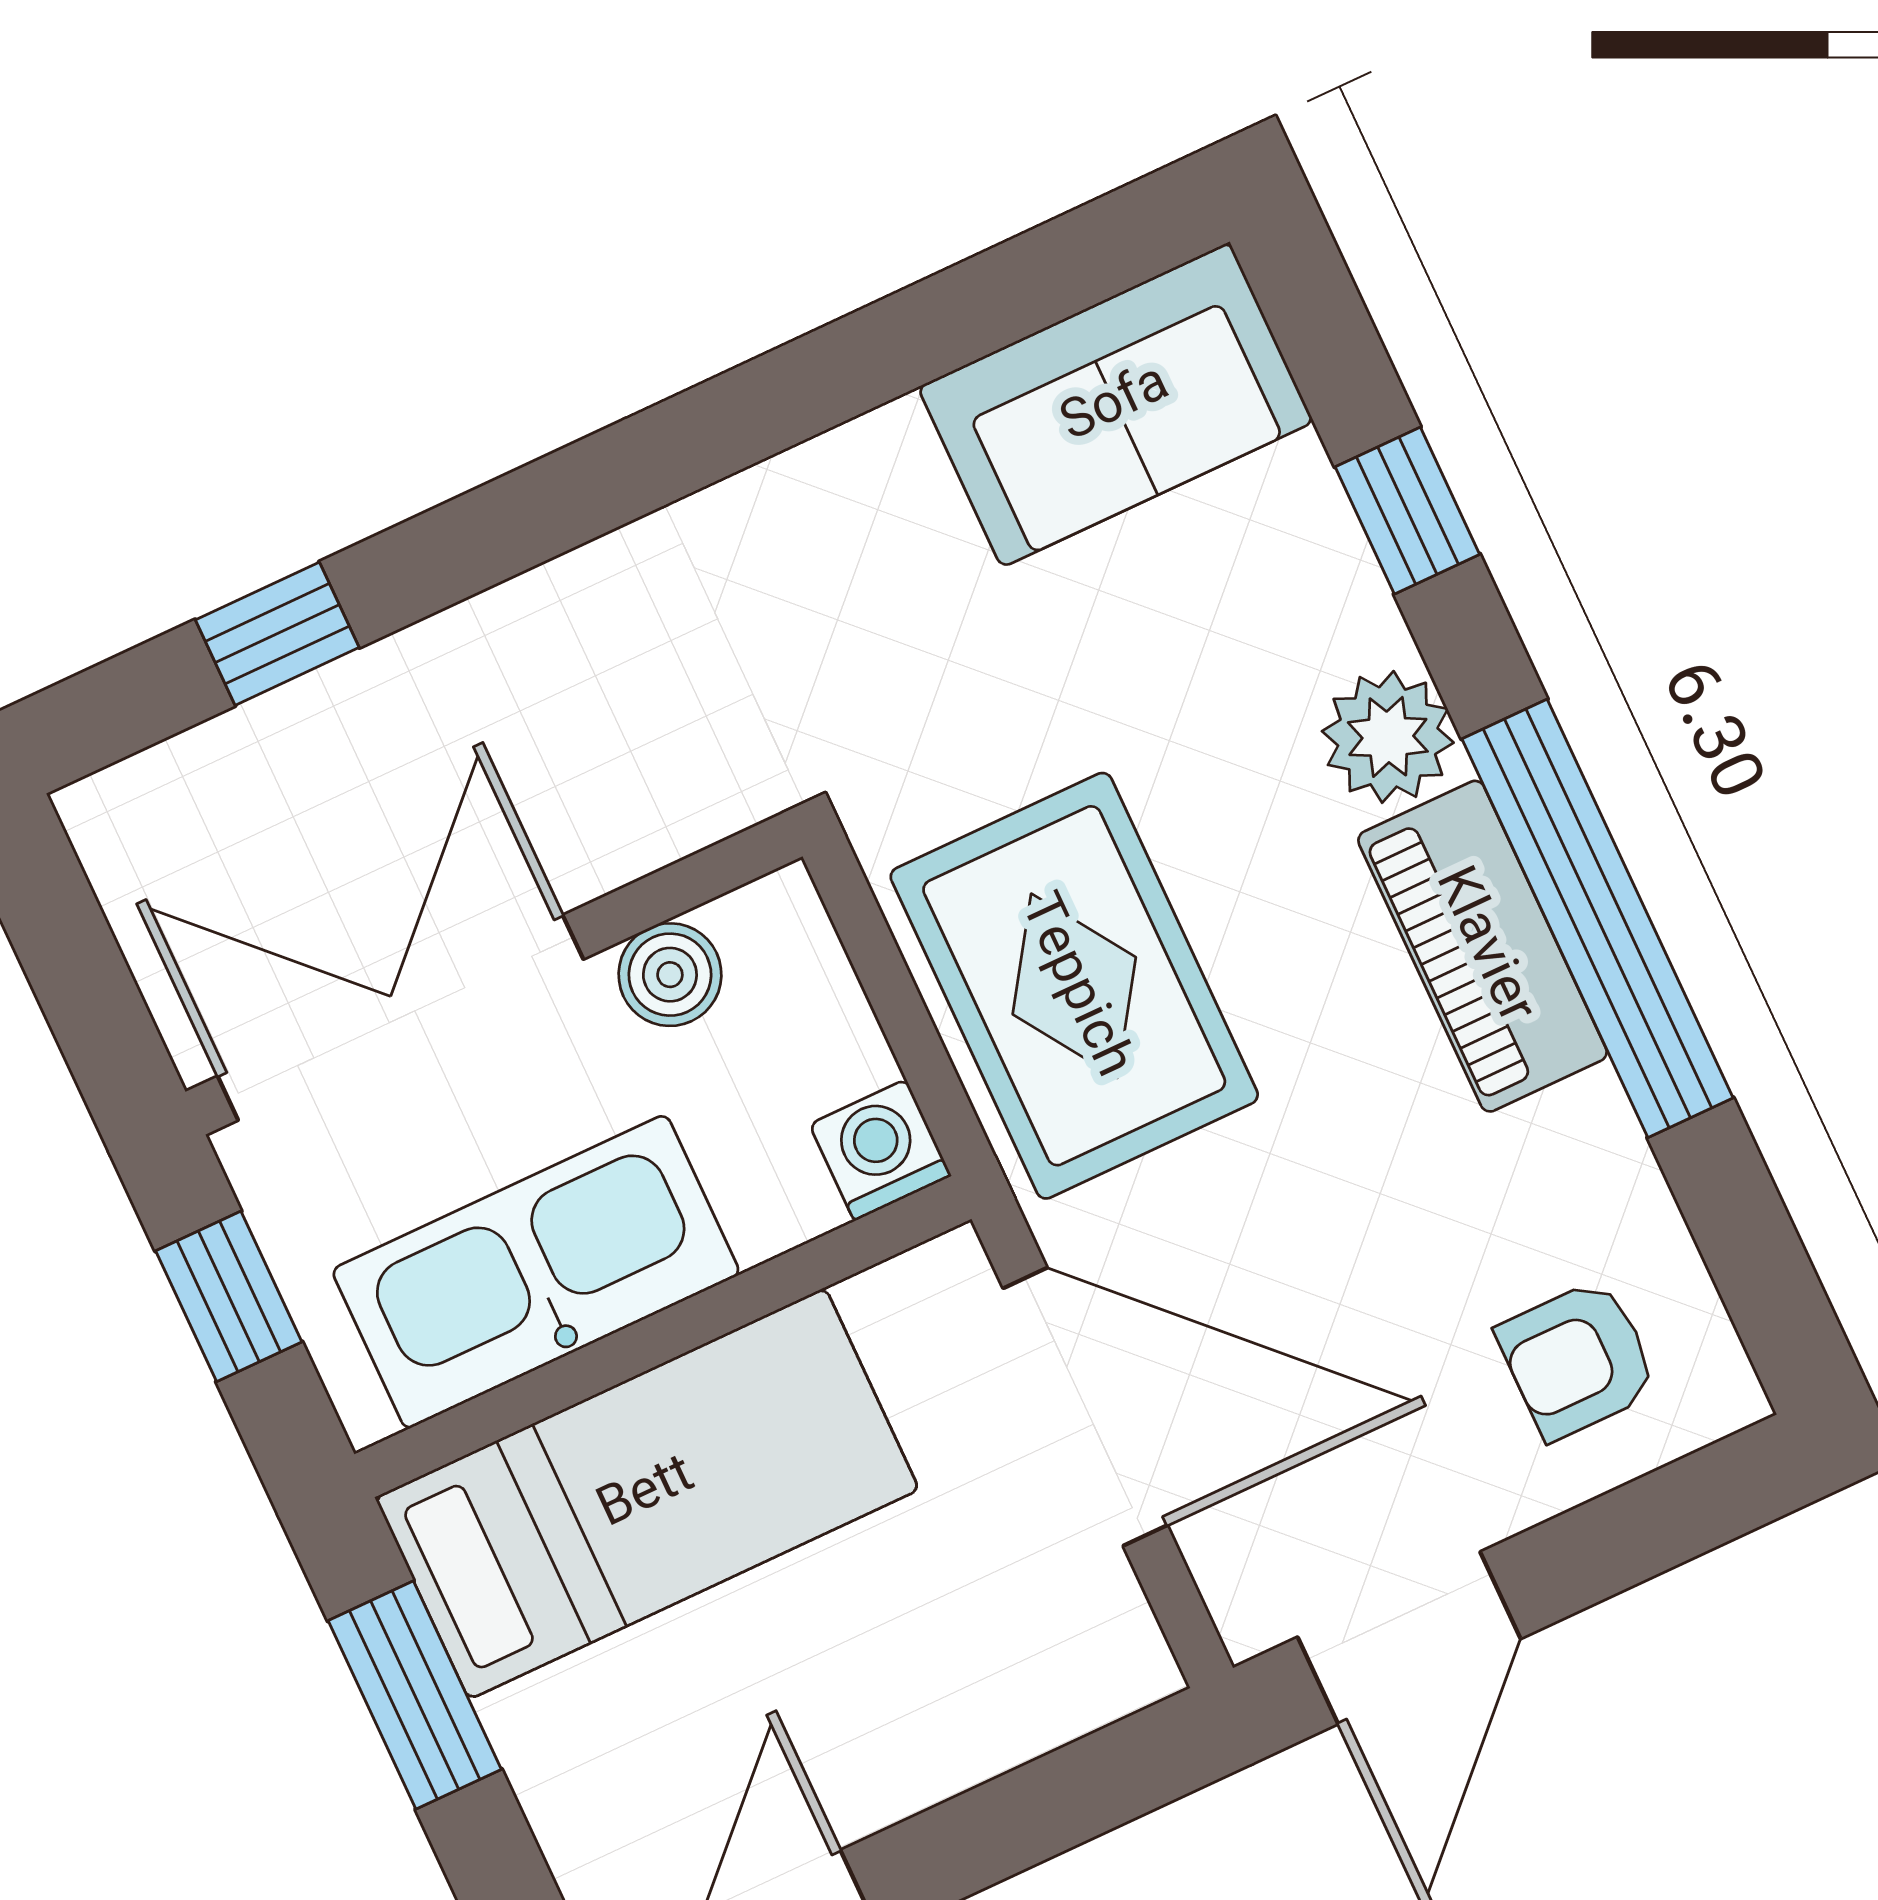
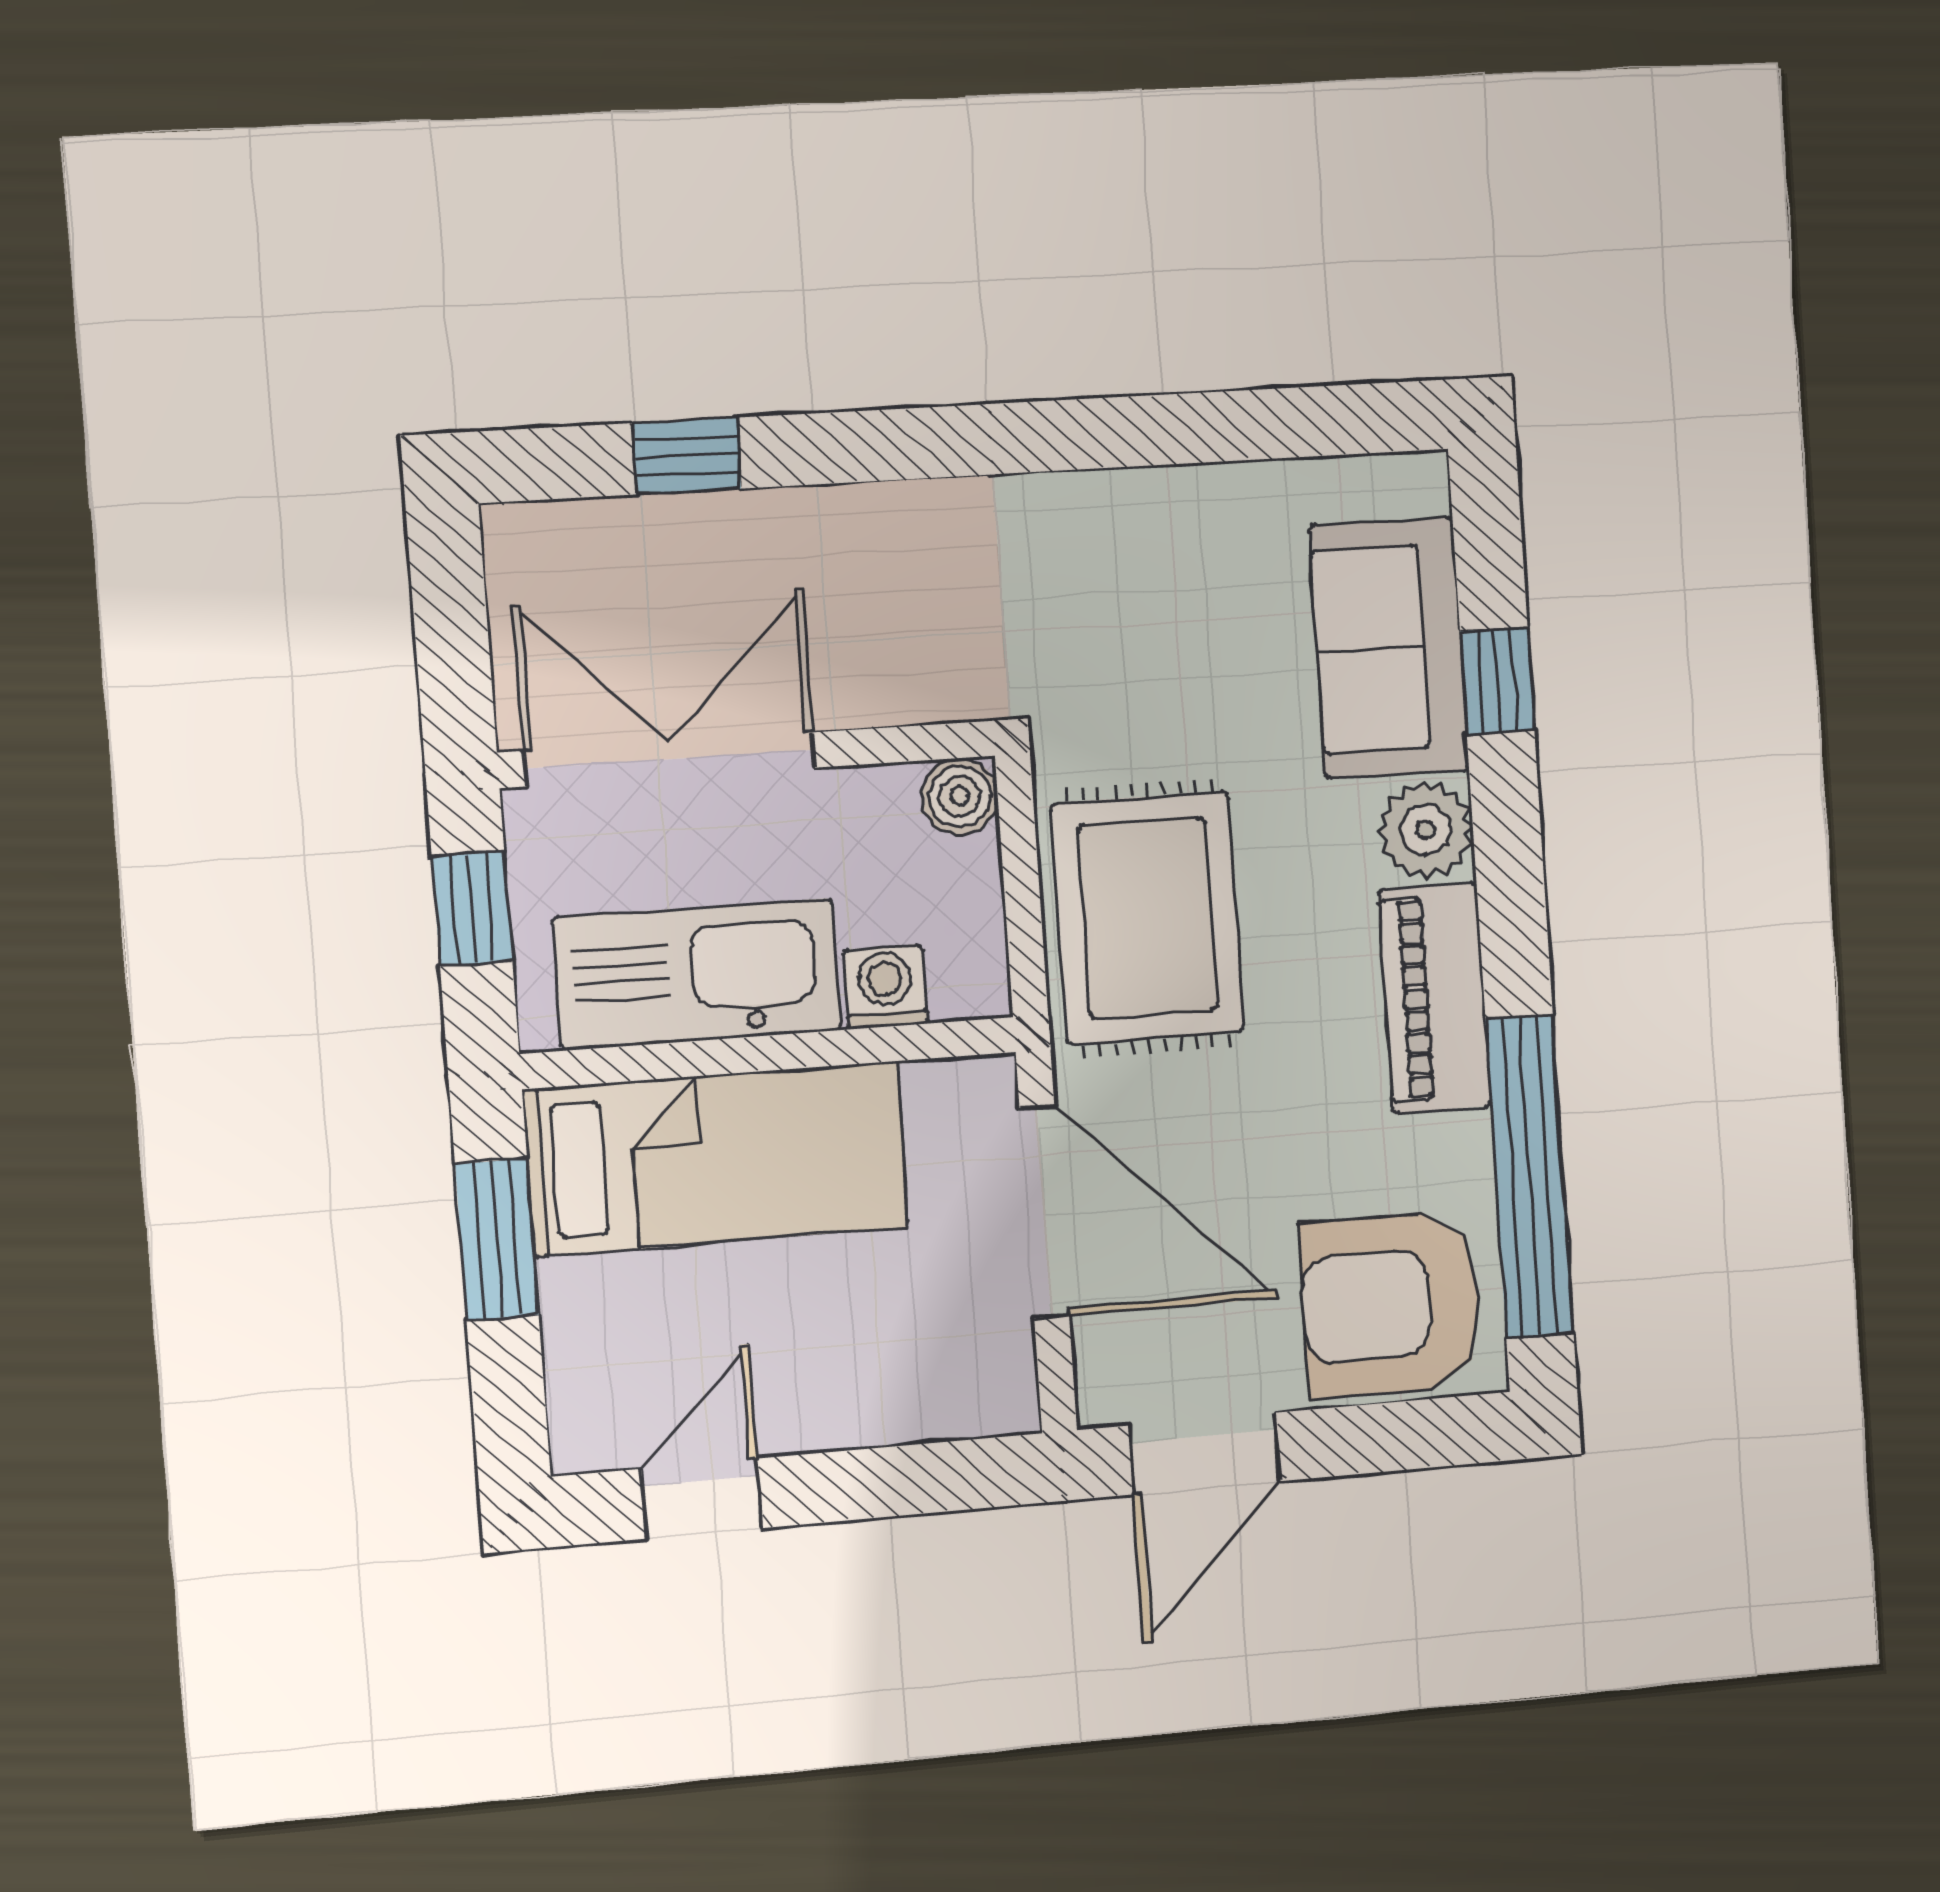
sofa: (1116, 405) -> (1389, 648), moved, turned 90
window: (1597, 918) -> (1530, 1176), moved
boiler: (670, 975) -> (960, 796), moved
washing machine: (880, 1150) -> (885, 987), moved
armchair: (1578, 1359) -> (1391, 1304), width x1.88, depth x1.88

